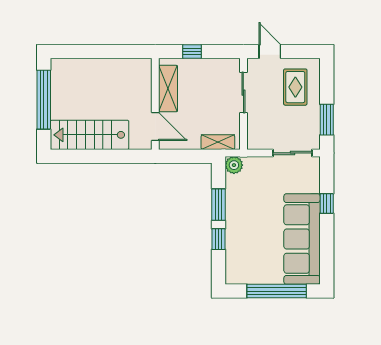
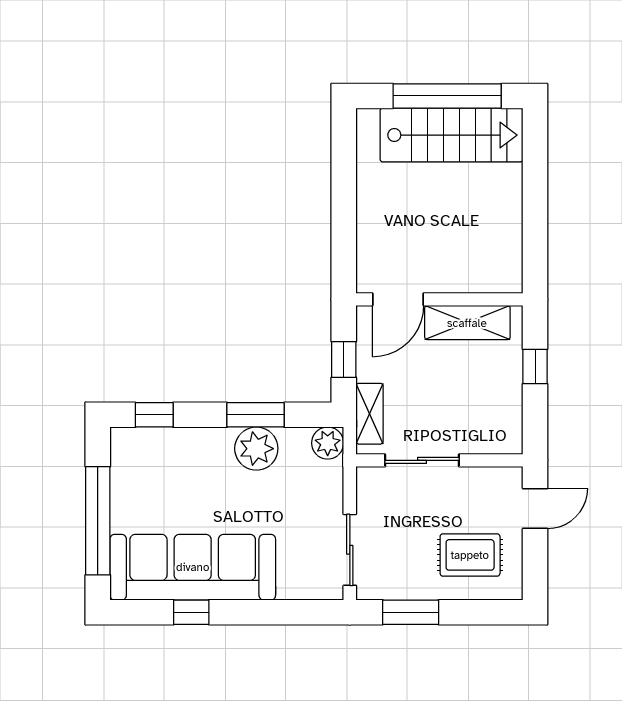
sliding door: (243, 93) -> (422, 460), moved
stairs: (90, 135) -> (451, 135), moved, turned 90
window: (188, 156) -> (344, 360), added
plant: (237, 204) -> (256, 449), added
window: (327, 204) -> (191, 612), moved
window: (219, 239) -> (154, 415), moved

